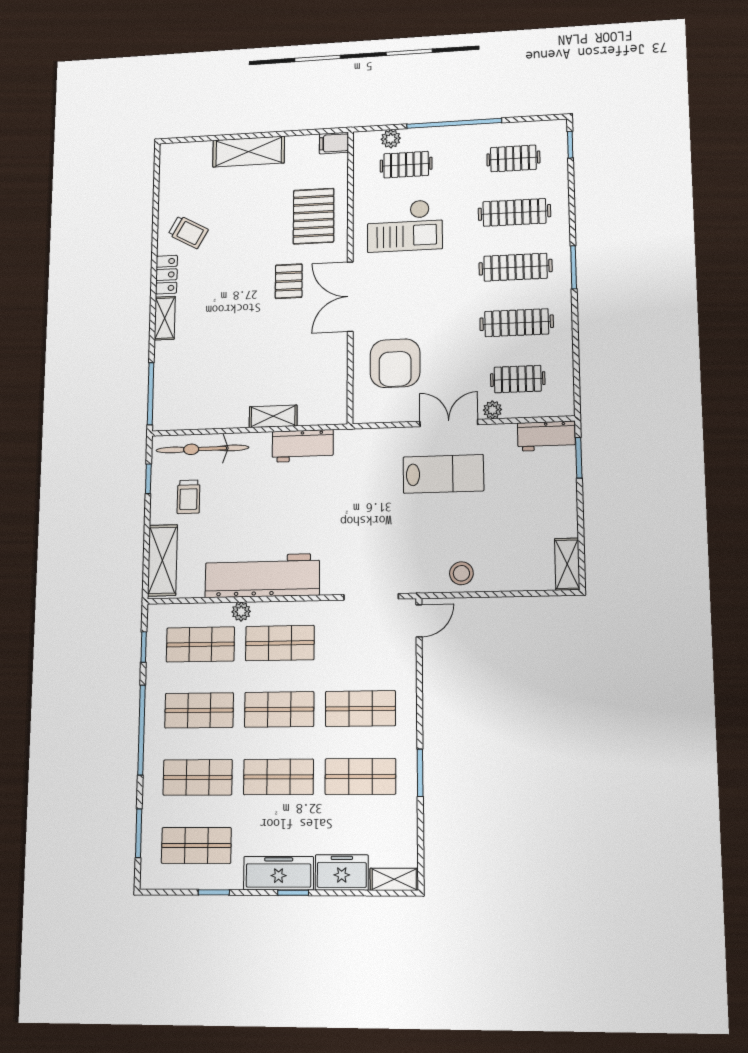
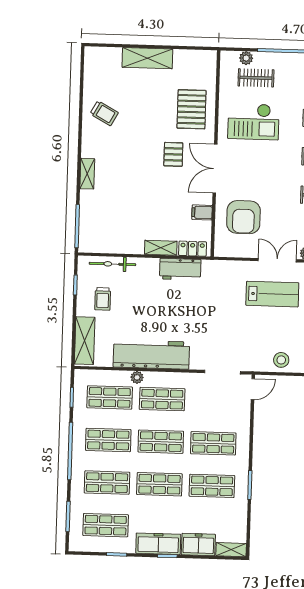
filing cabinet: (334, 143) -> (202, 212), moved
locker: (166, 275) -> (193, 249), moved, turned -90
bicycle: (202, 449) -> (112, 264), width x0.73, depth x0.71

